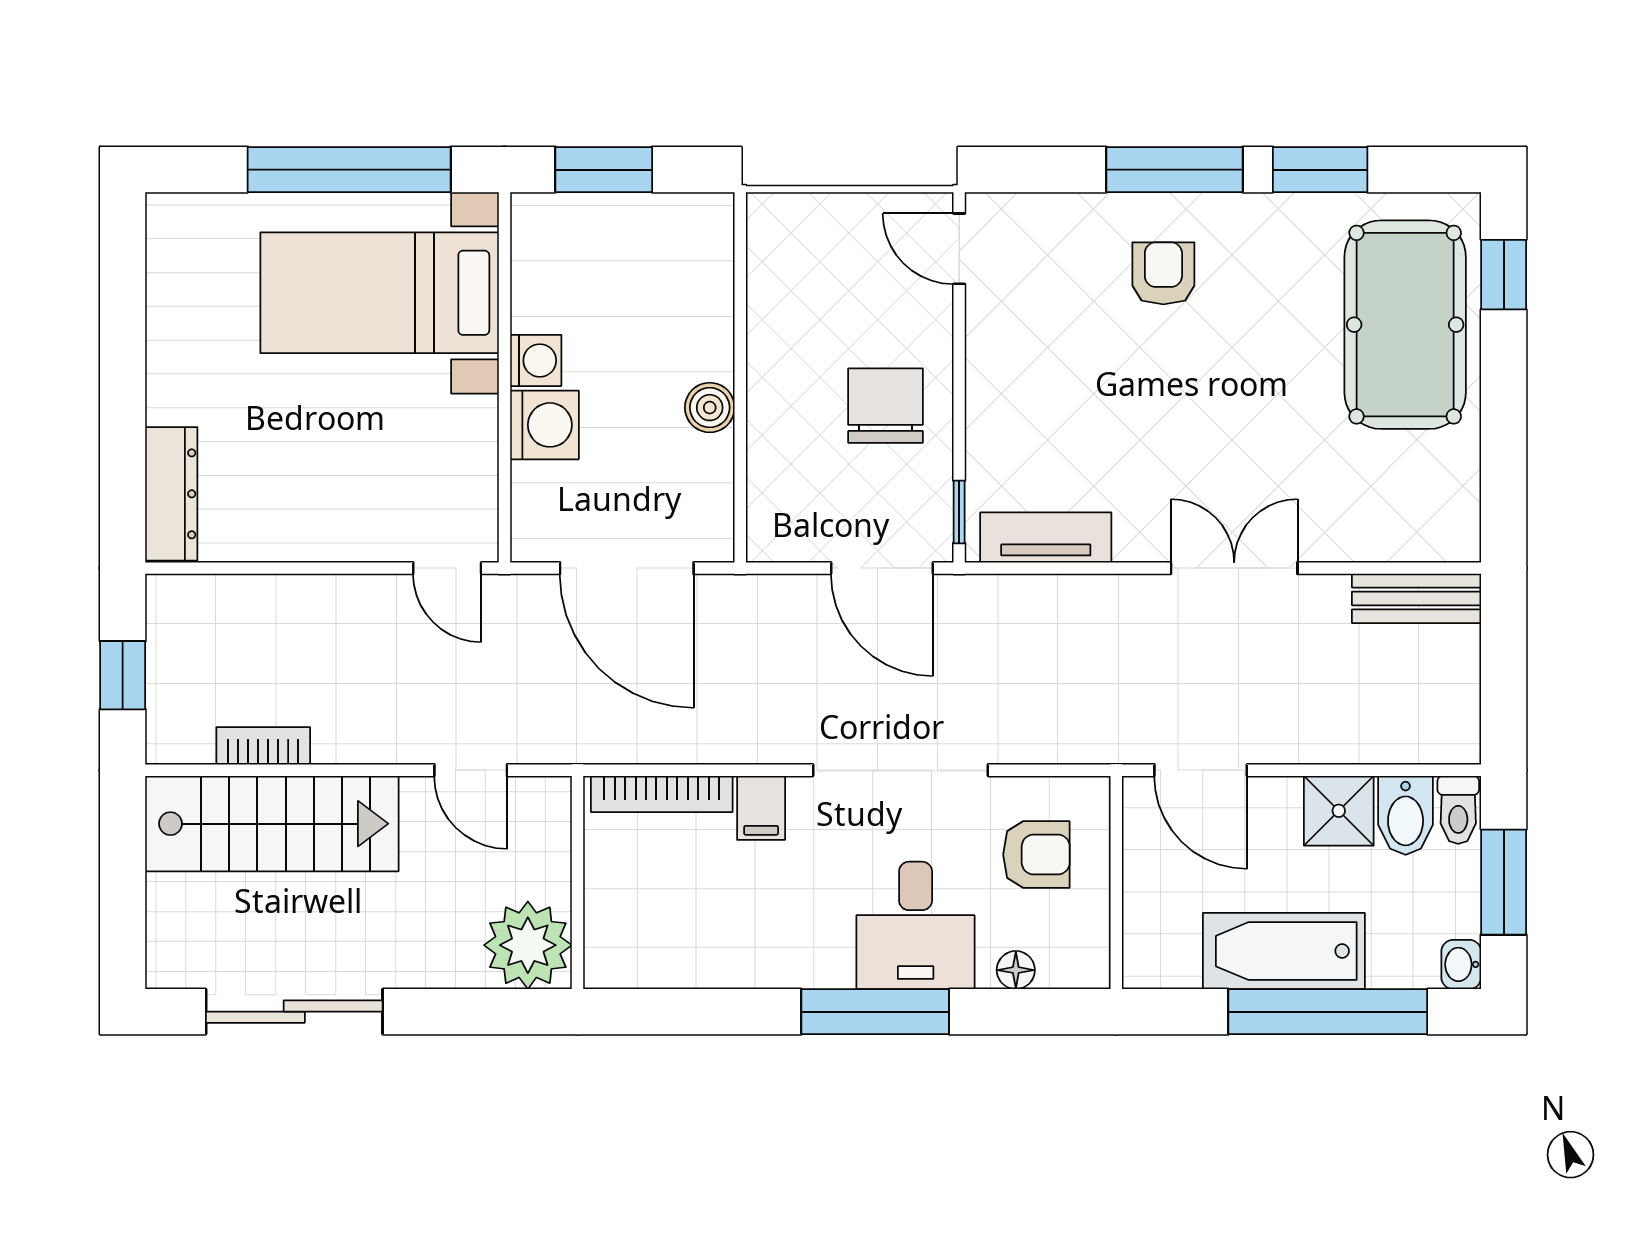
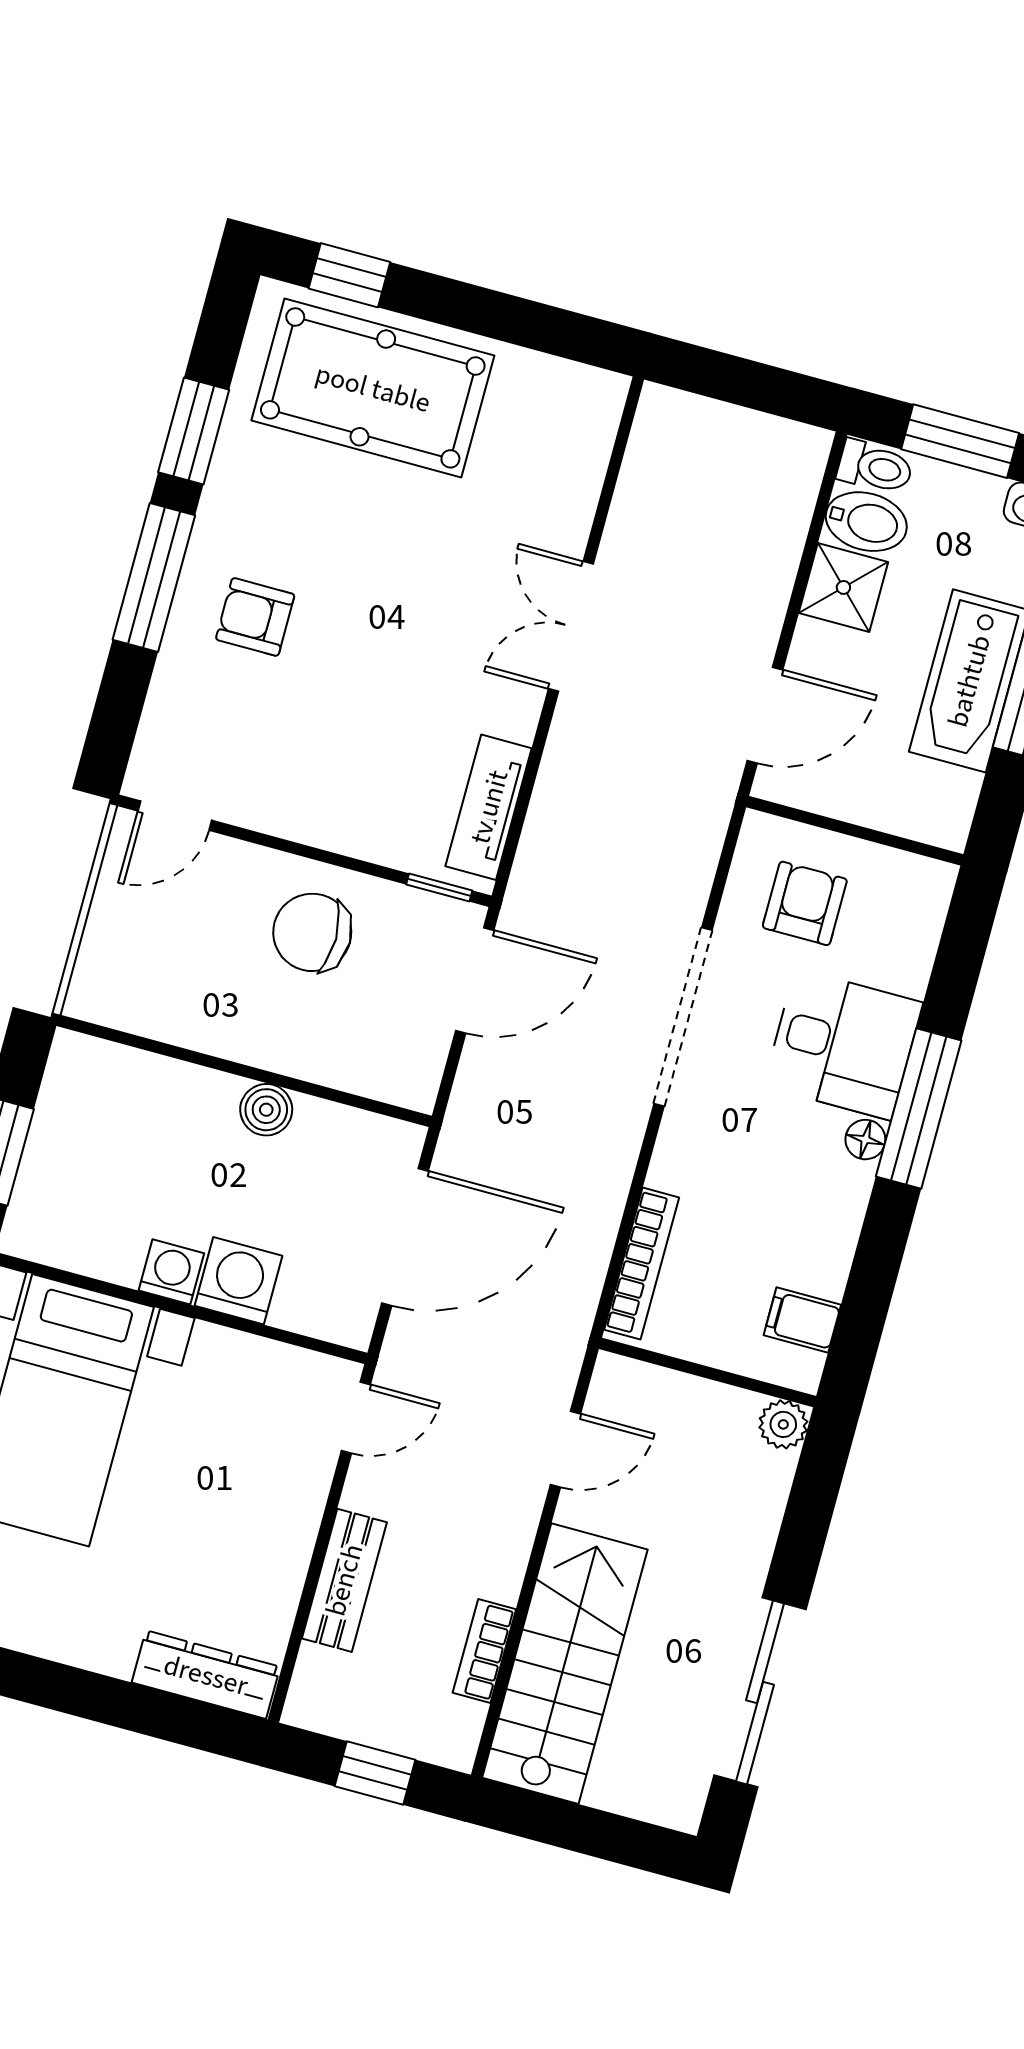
bench: (1417, 598) -> (344, 1580), moved
filing cabinet: (761, 808) -> (802, 1320), moved, turned 180
plant: (528, 945) -> (783, 1424), width x0.53, depth x0.53
floor lamp: (1016, 970) -> (865, 1140), moved

